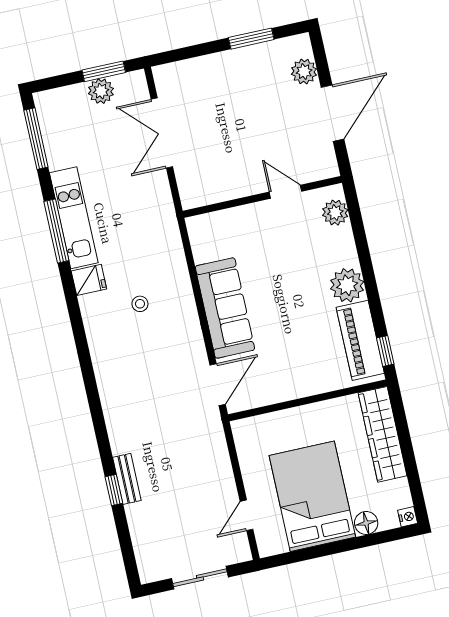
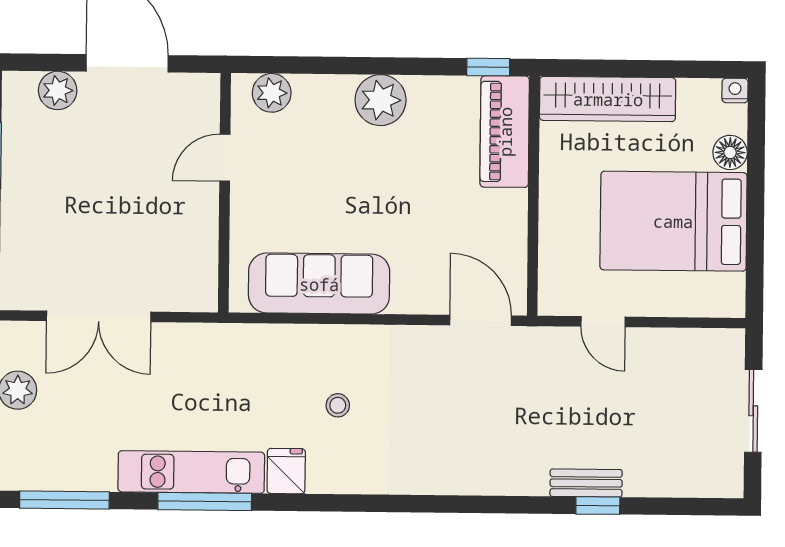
sofa: (225, 308) -> (319, 284), moved
piano: (360, 340) -> (505, 132), moved, turned 90
door: (247, 515) -> (603, 322), moved

